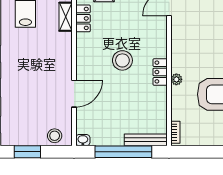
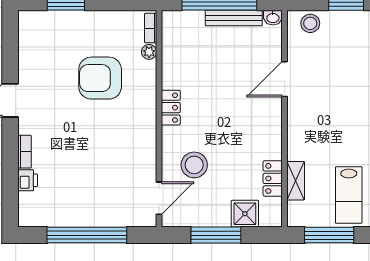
stool: (122, 60) -> (194, 165), moved
plant: (176, 79) -> (149, 52), moved
bench: (146, 140) -> (234, 18), moved

